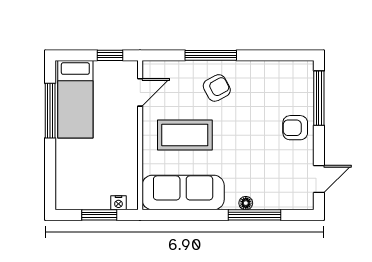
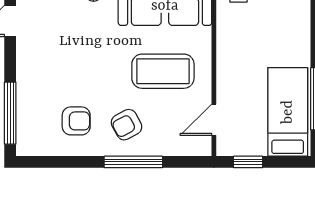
armchair: (295, 128) -> (76, 121), moved

